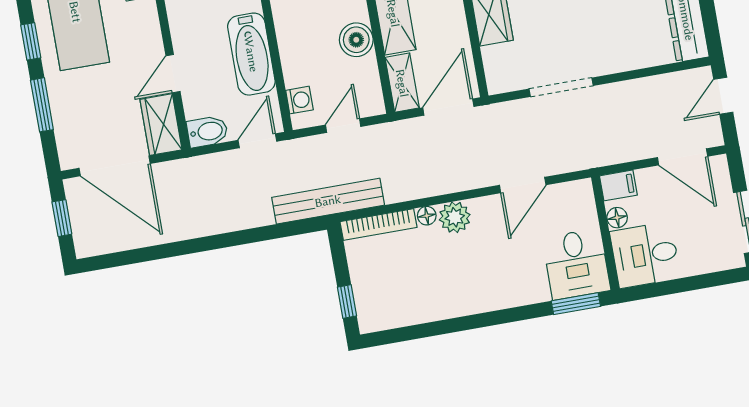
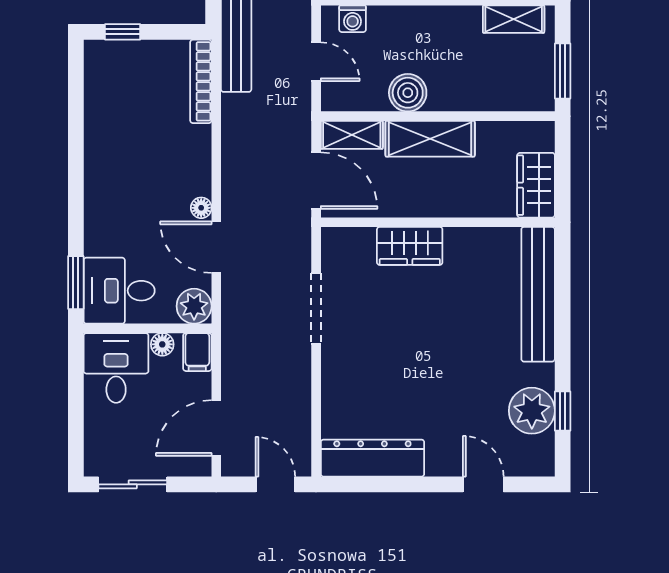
floor lamp: (427, 216) -> (201, 208), moved
plant: (455, 217) -> (194, 306), moved

